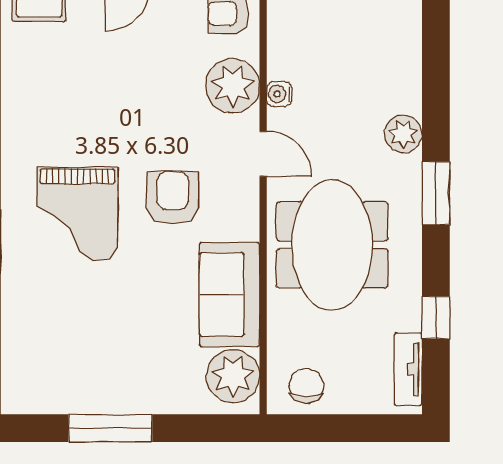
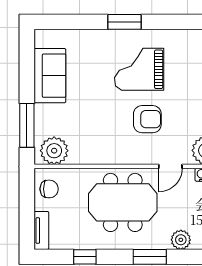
sofa: (230, 294) -> (50, 76), moved, turned 90
tv unit: (408, 369) -> (41, 230), moved, turned 90
window: (110, 428) -> (27, 125), moved

